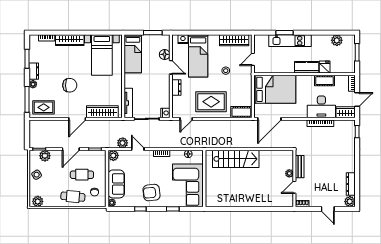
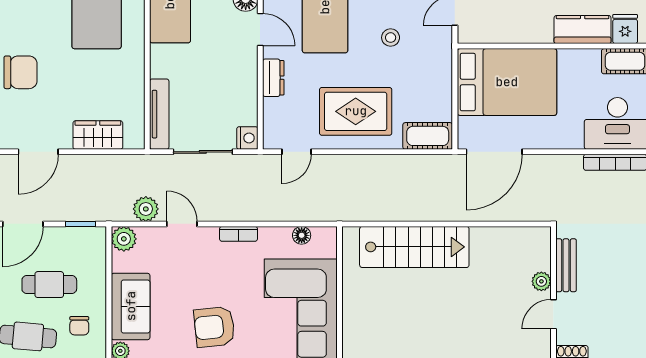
wardrobe: (102, 112) -> (98, 135), width x0.67

